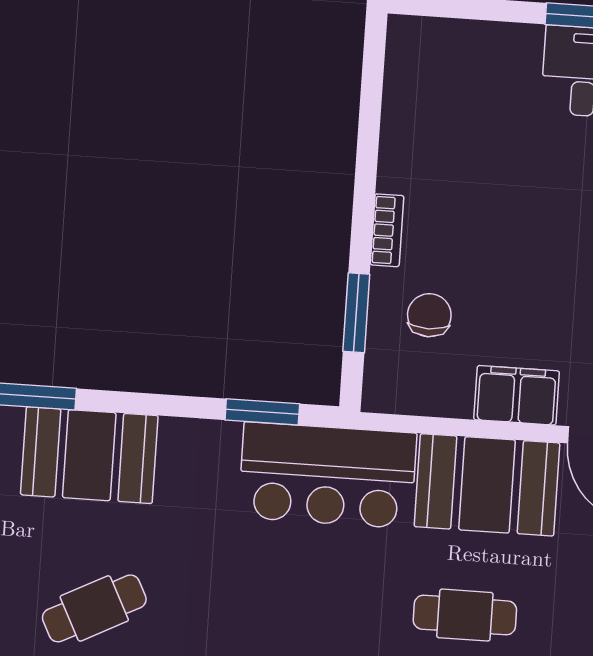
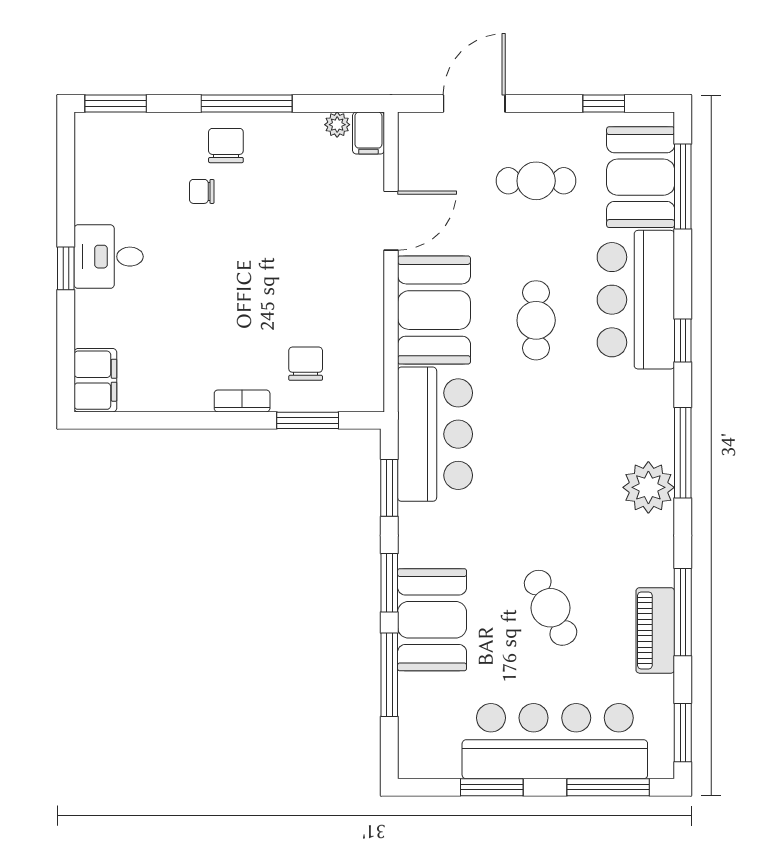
chair: (429, 315) -> (306, 364), turned 90
filing cabinet: (517, 395) -> (95, 380), moved, turned 180
window: (140, 404) -> (389, 583), added

